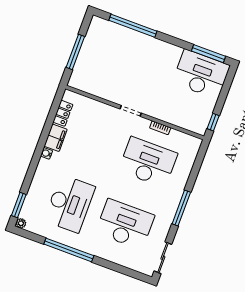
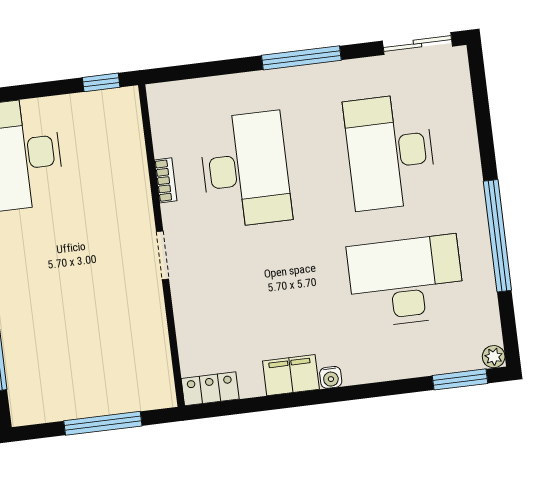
locker: (63, 113) -> (210, 389), moved
desk: (148, 162) -> (245, 170), turned 180

